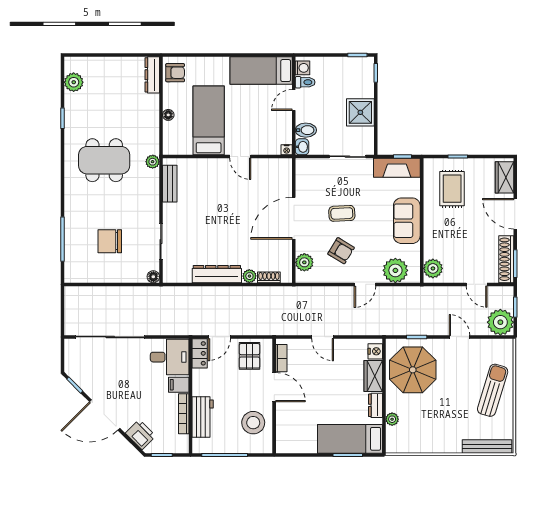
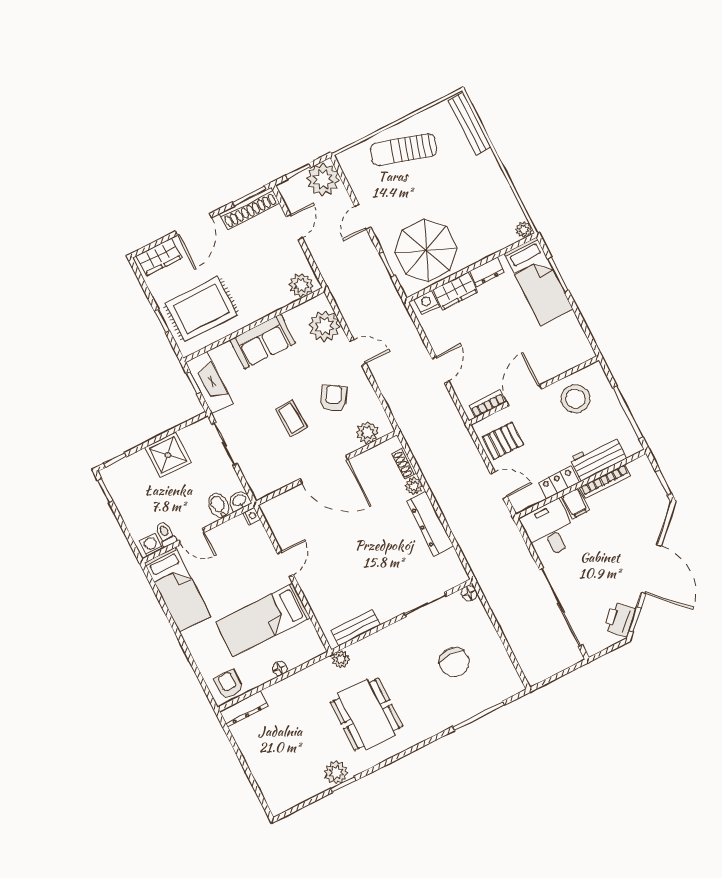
plant: (74, 82) -> (336, 773), moved
rug: (452, 189) -> (201, 309), width x1.36, depth x1.43
locker: (200, 353) -> (559, 482), moved
plant: (392, 419) -> (524, 230), moved
printer: (141, 435) -> (620, 619), moved

